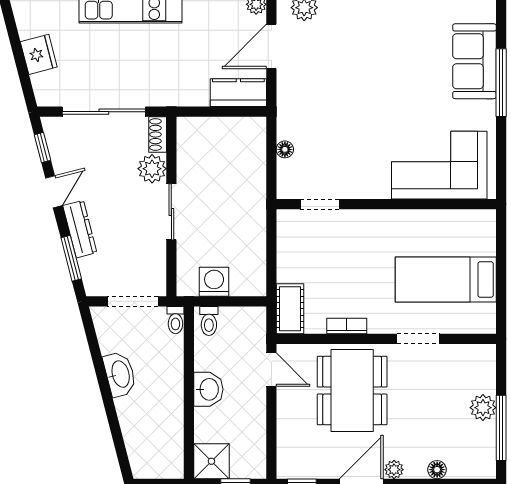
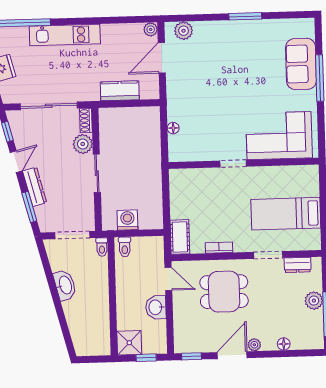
kitchen counter: (238, 93) -> (120, 91), moved
doorway: (320, 204) -> (233, 164), moved
dresser: (461, 355) -> (298, 265), added
washbasin: (208, 389) -> (156, 307), moved, turned 180
dining table: (352, 391) -> (224, 292), width x0.73

